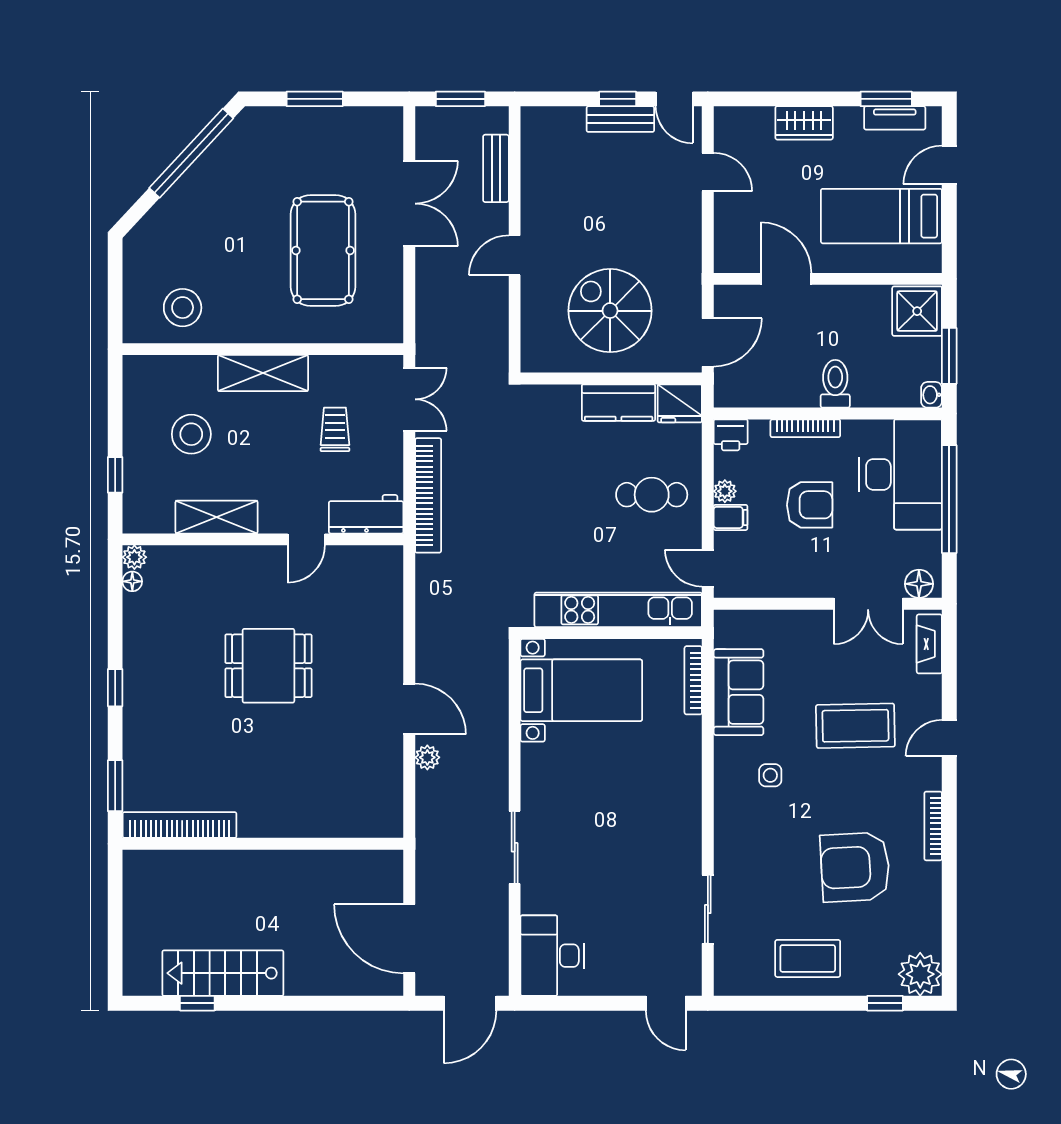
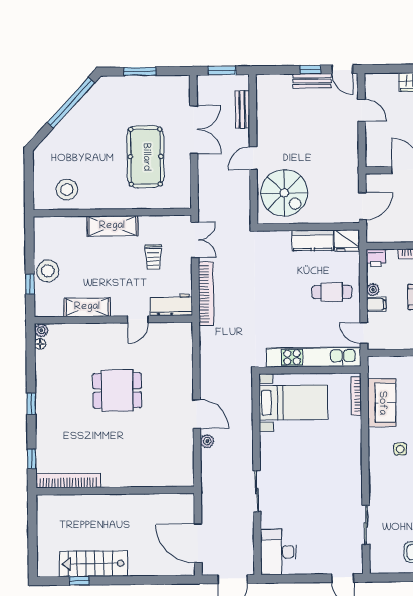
spiral stairs: (610, 311) -> (284, 193), moved, turned 180
trolley: (335, 429) -> (153, 257), turned 180
stool: (191, 434) -> (48, 271), moved
window: (115, 786) -> (32, 459), width x0.67

